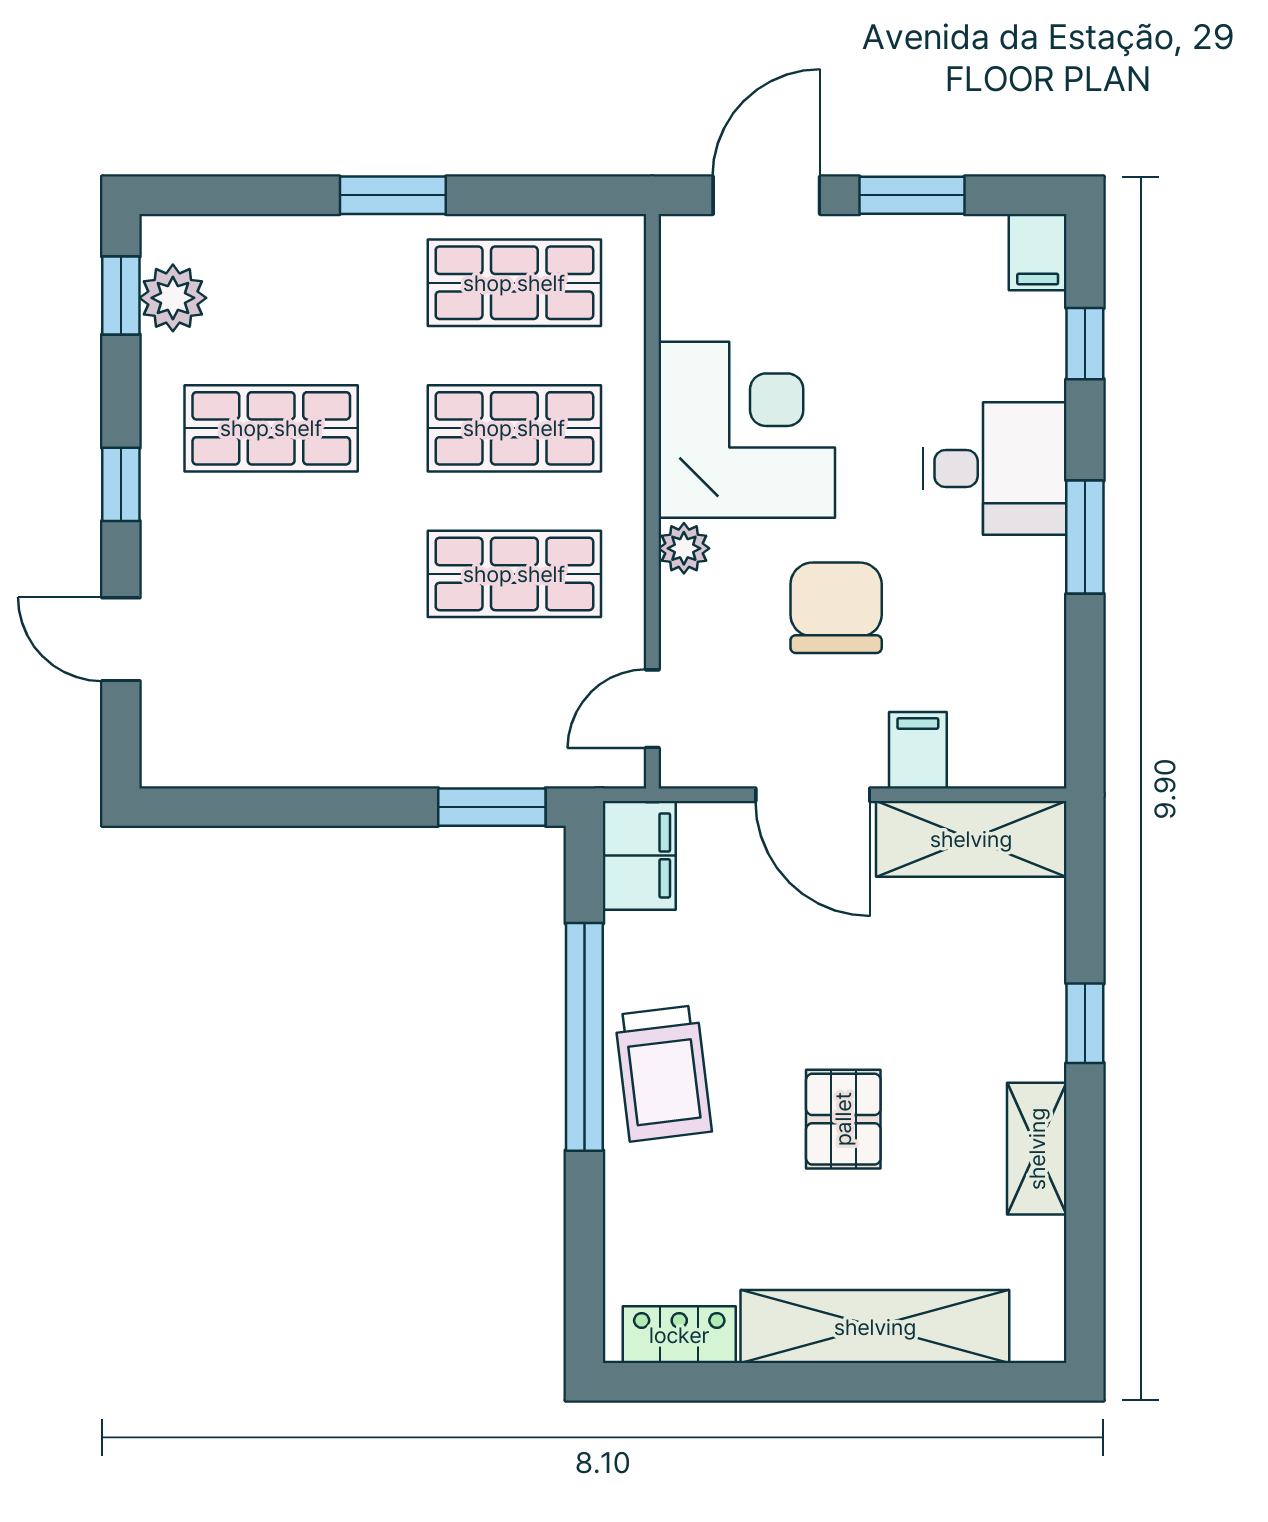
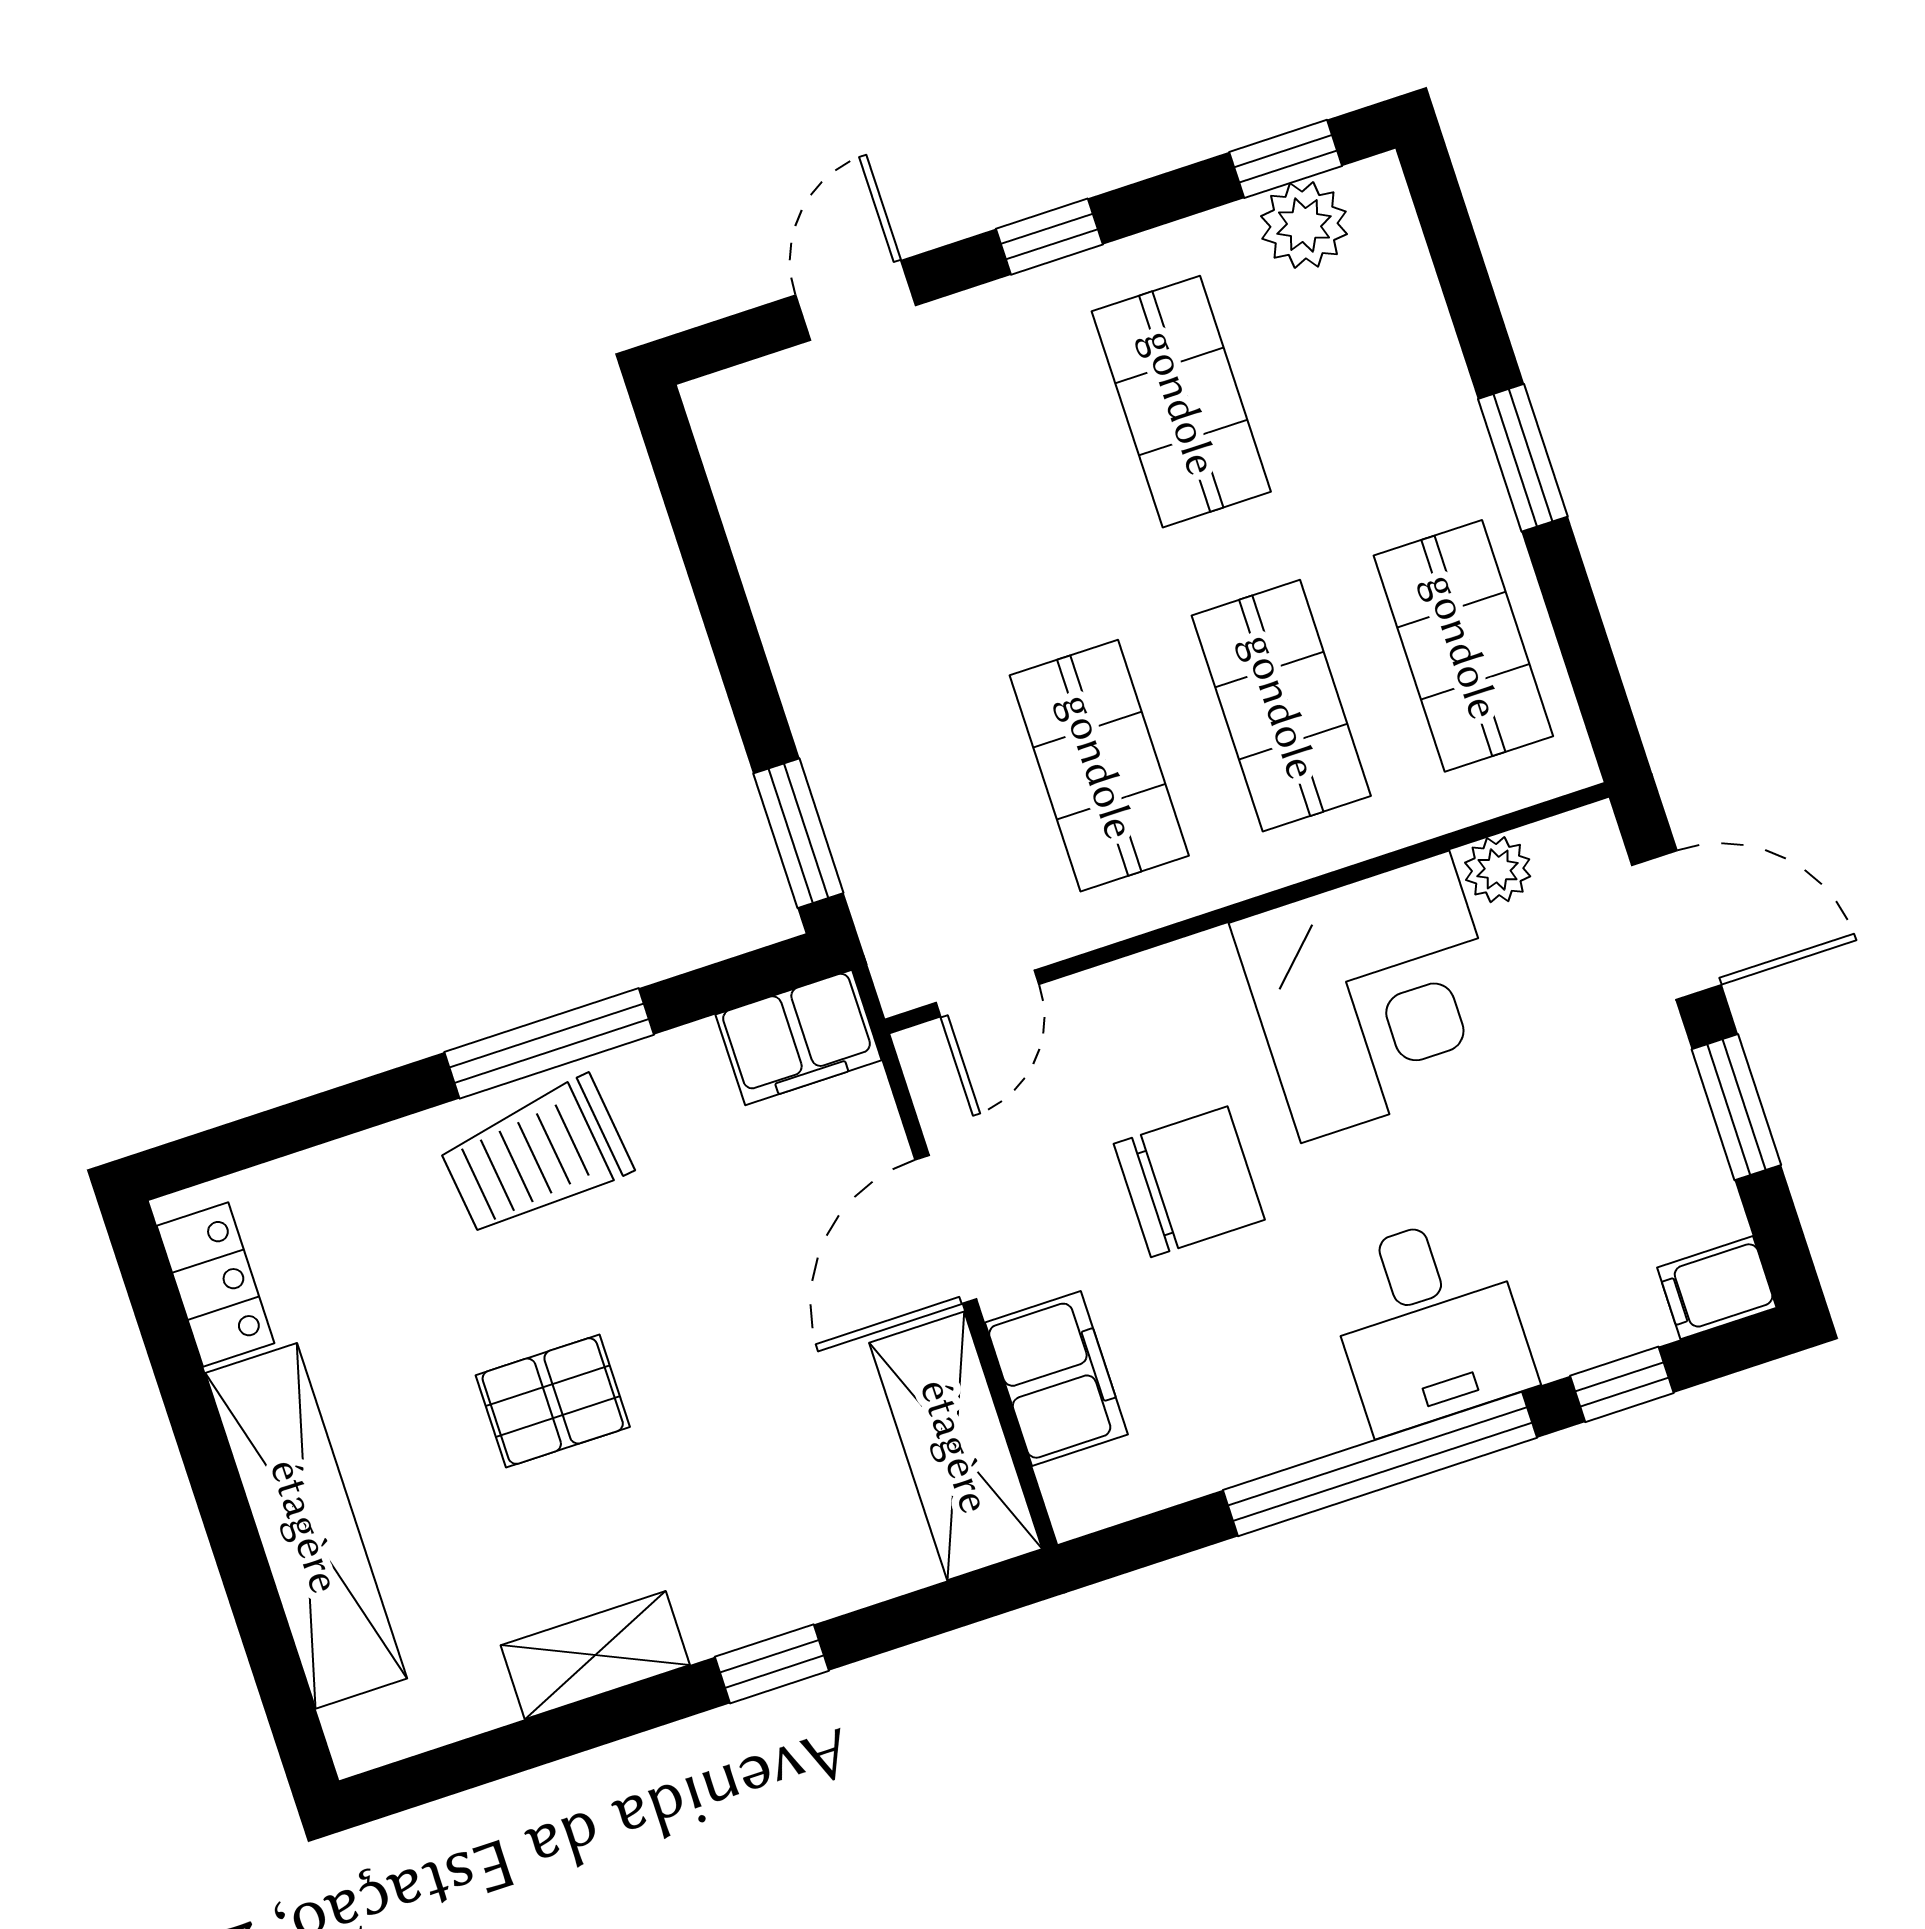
window: (1085, 537) -> (1380, 1464), width x2.11
plant: (684, 548) -> (1498, 870), moved
door: (652, 709) -> (987, 994), swing flipped
filing cabinet: (918, 750) -> (1056, 1378), width x2.00
window: (584, 1037) -> (549, 1043), width x0.68

